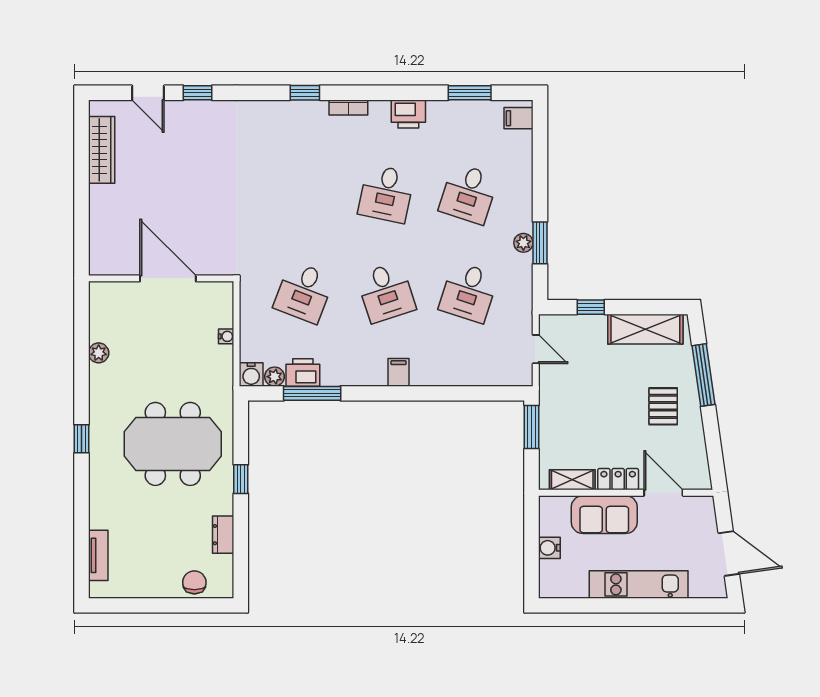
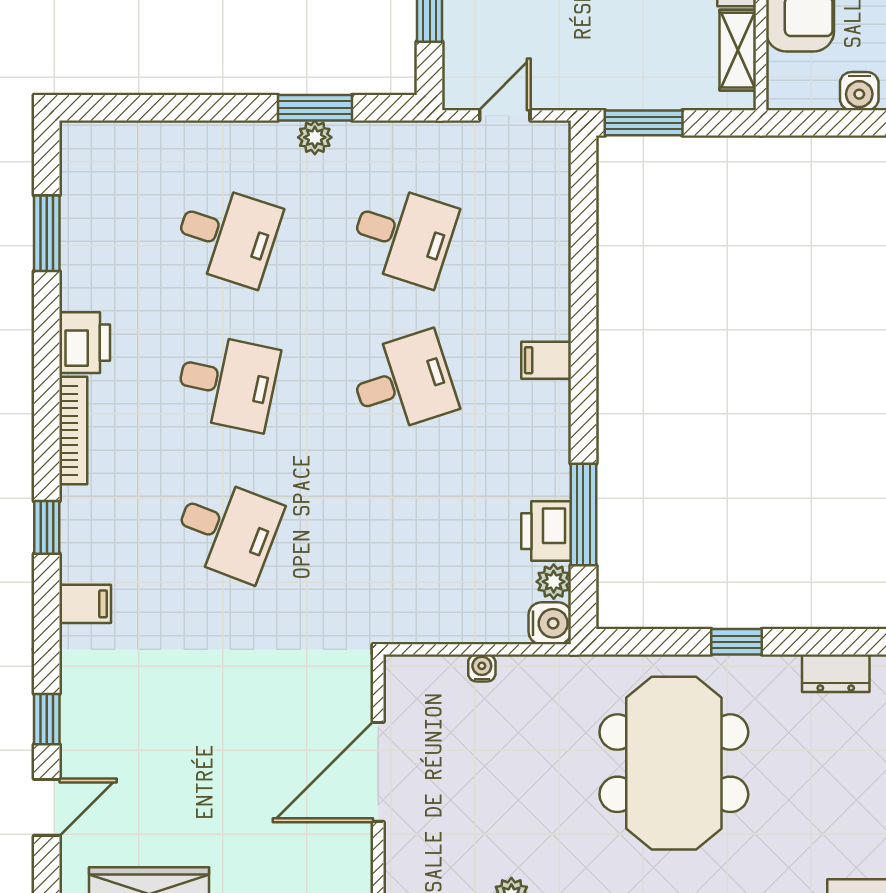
bookcase: (348, 108) -> (73, 430), width x1.56
filing cabinet: (519, 118) -> (85, 604), moved, turned -90
desk: (304, 292) -> (227, 529), moved

